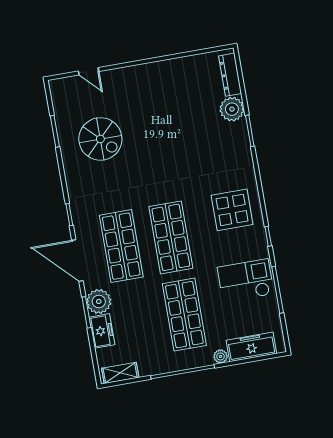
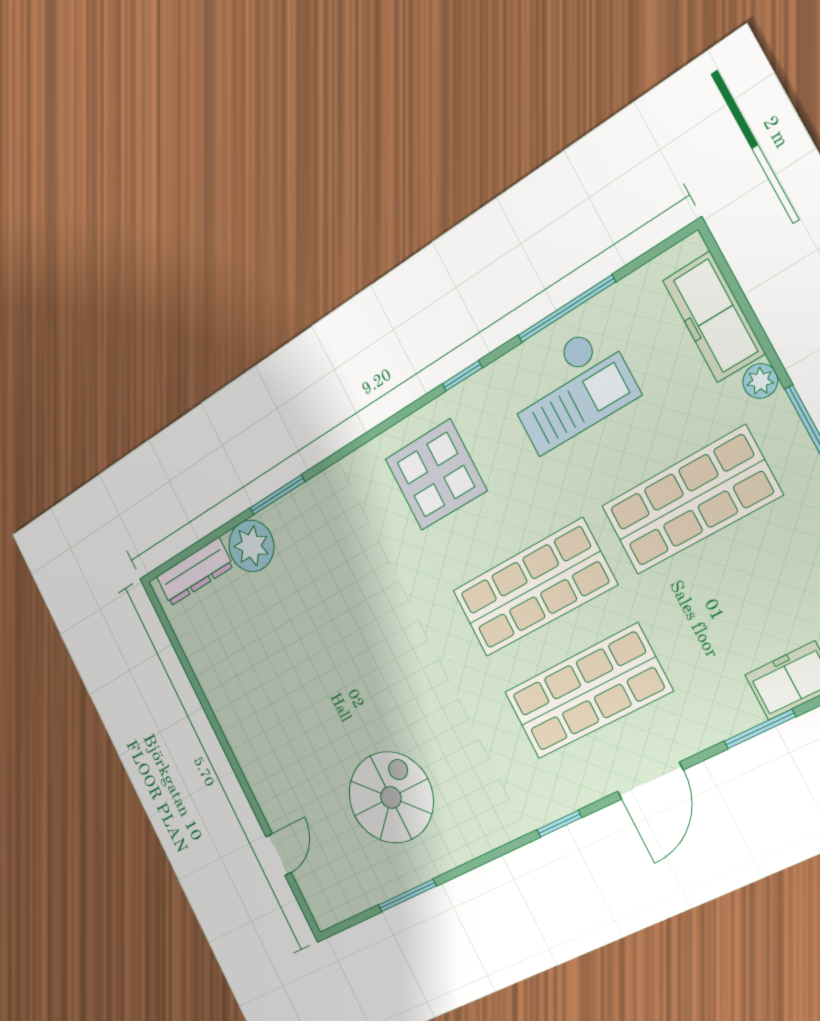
door: (77, 261) -> (650, 781), width x0.73
checkout: (246, 281) -> (570, 389), turned -90
plant: (99, 301) -> (725, 707), removed

